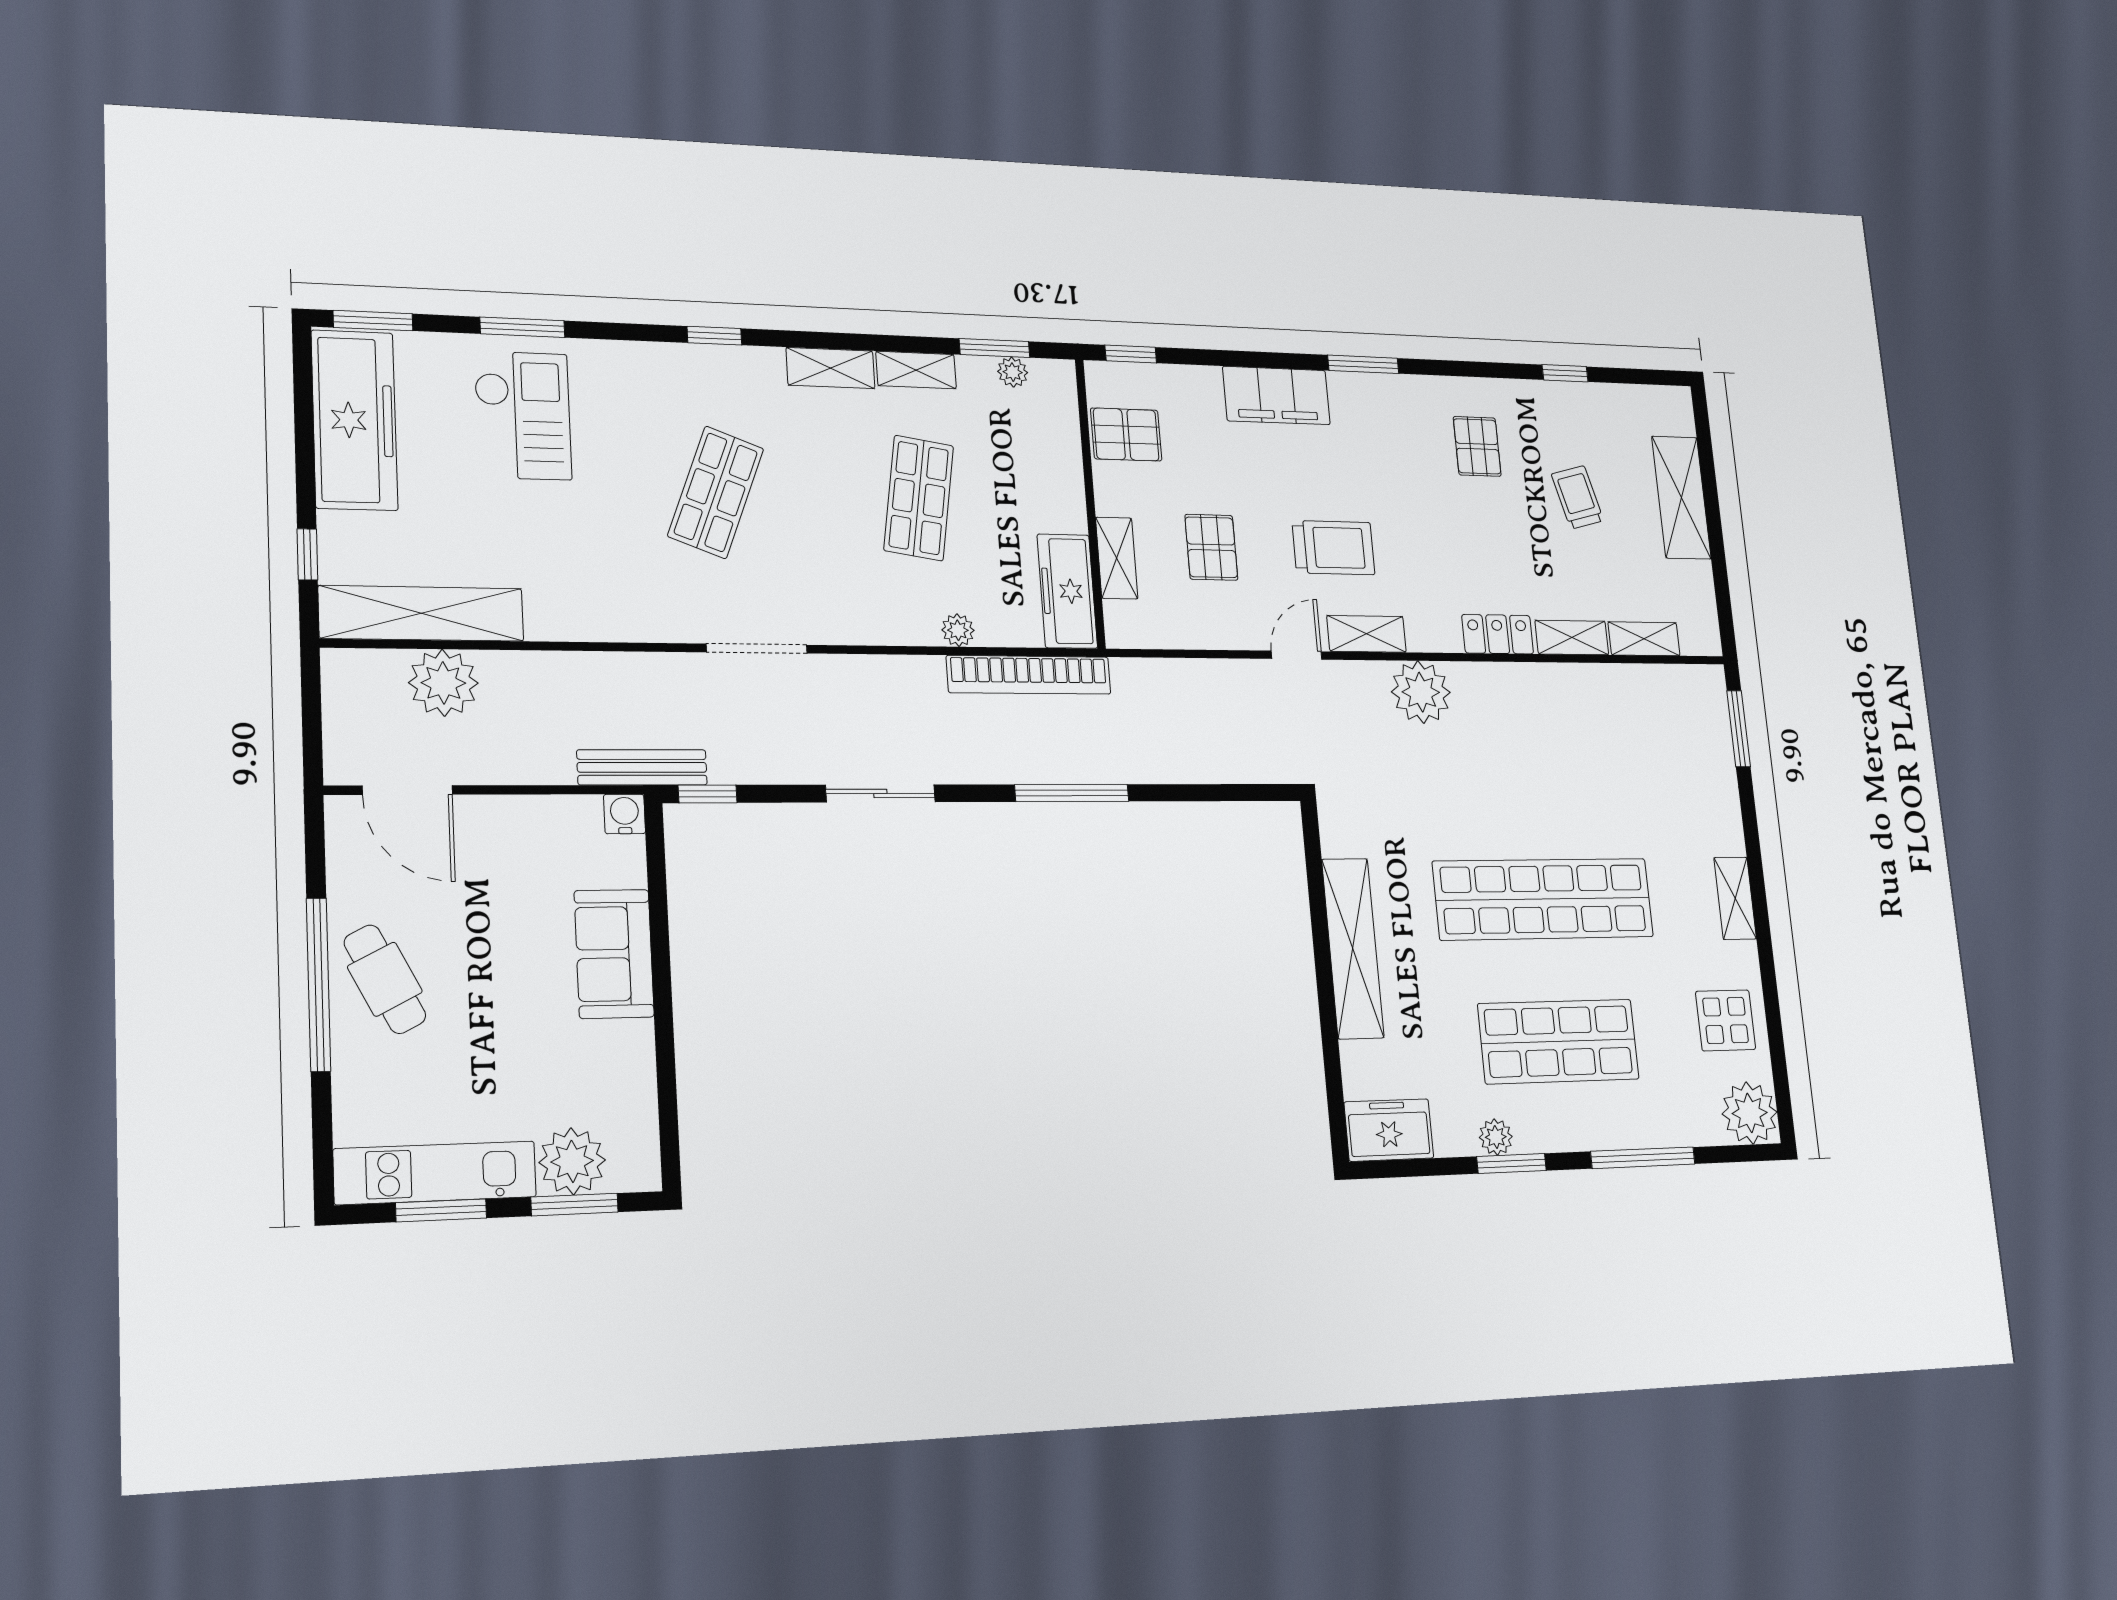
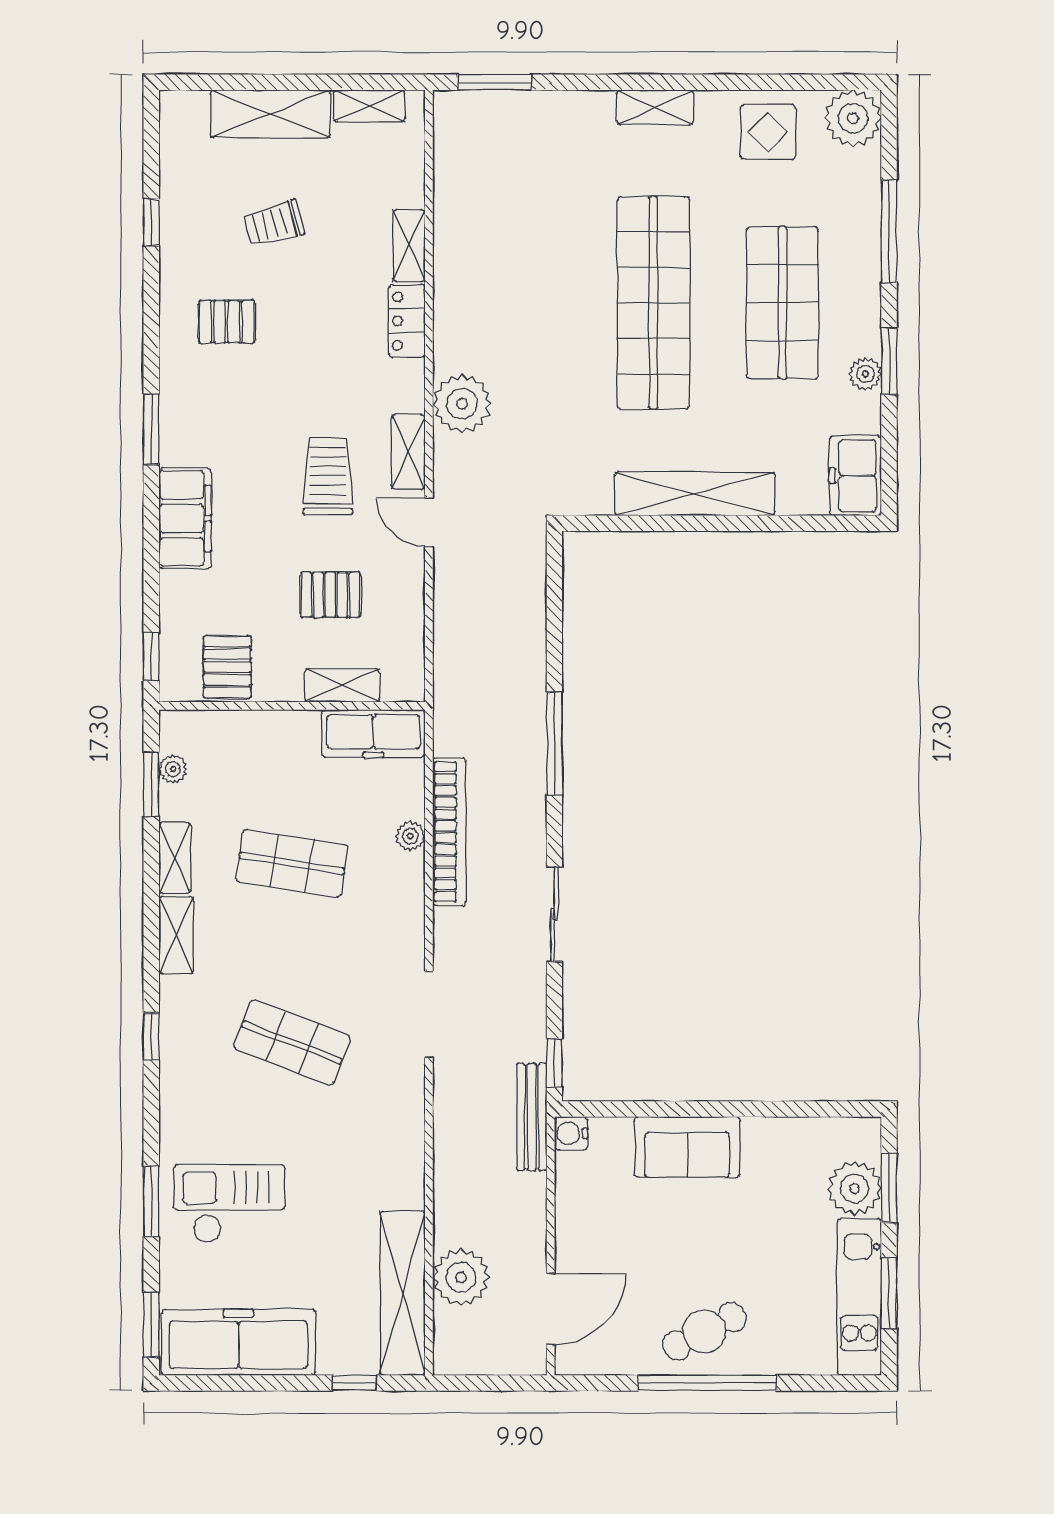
shelving: (1644, 639) -> (369, 106), moved, turned 90
bookcase: (1029, 675) -> (449, 832), moved

